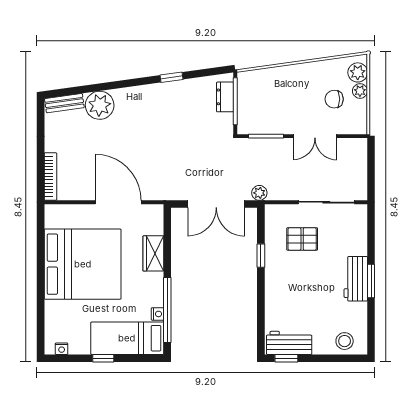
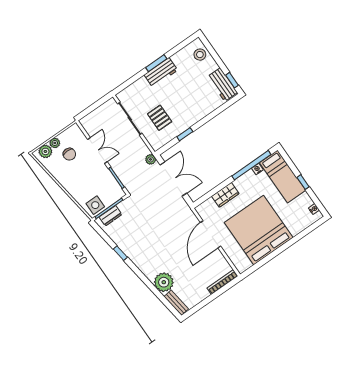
side table: (251, 87) -> (95, 205), added

